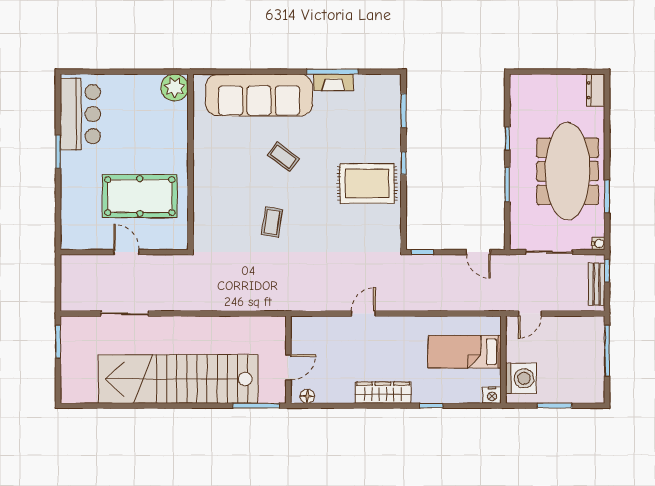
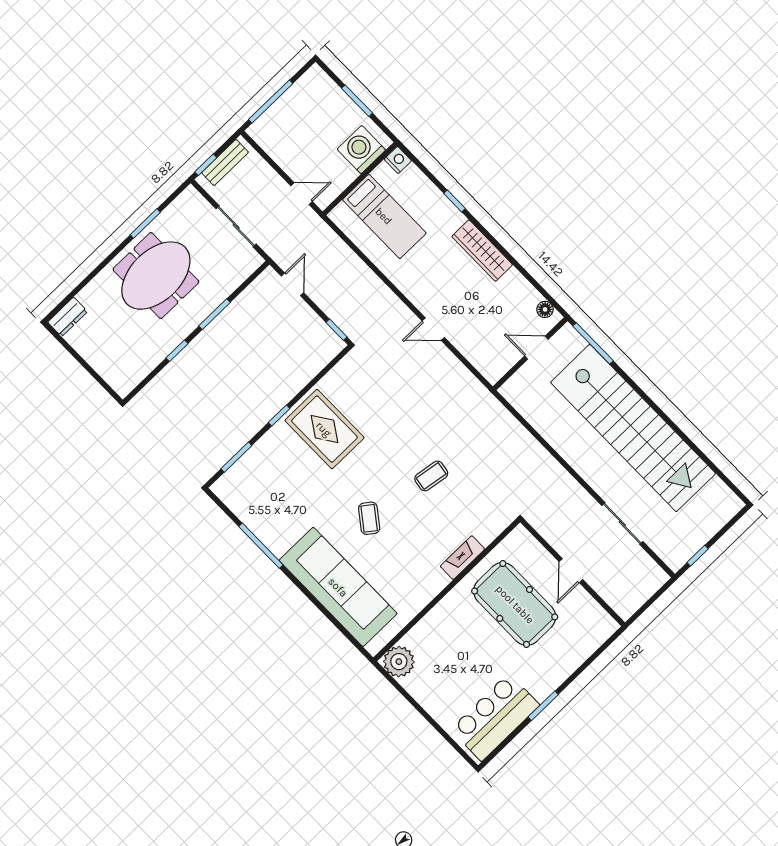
fireplace: (333, 82) -> (462, 558), moved, turned -90
meeting table: (568, 171) -> (156, 276), width x0.73
water cooler: (598, 243) -> (190, 193), removed
window: (58, 341) -> (698, 556), width x0.67

